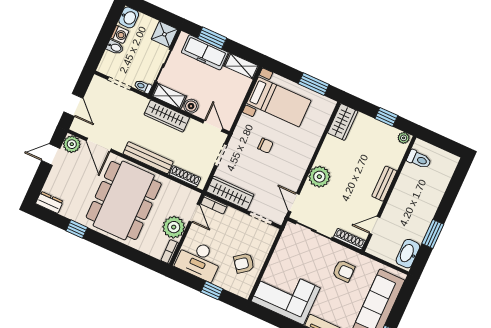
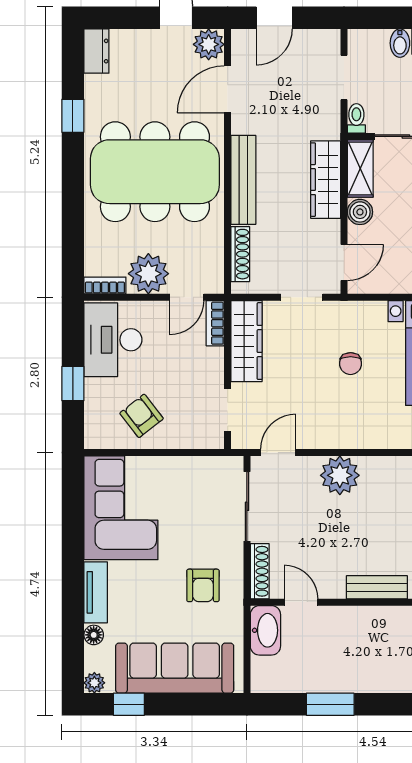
washbasin: (408, 254) -> (265, 630), moved, turned 90

